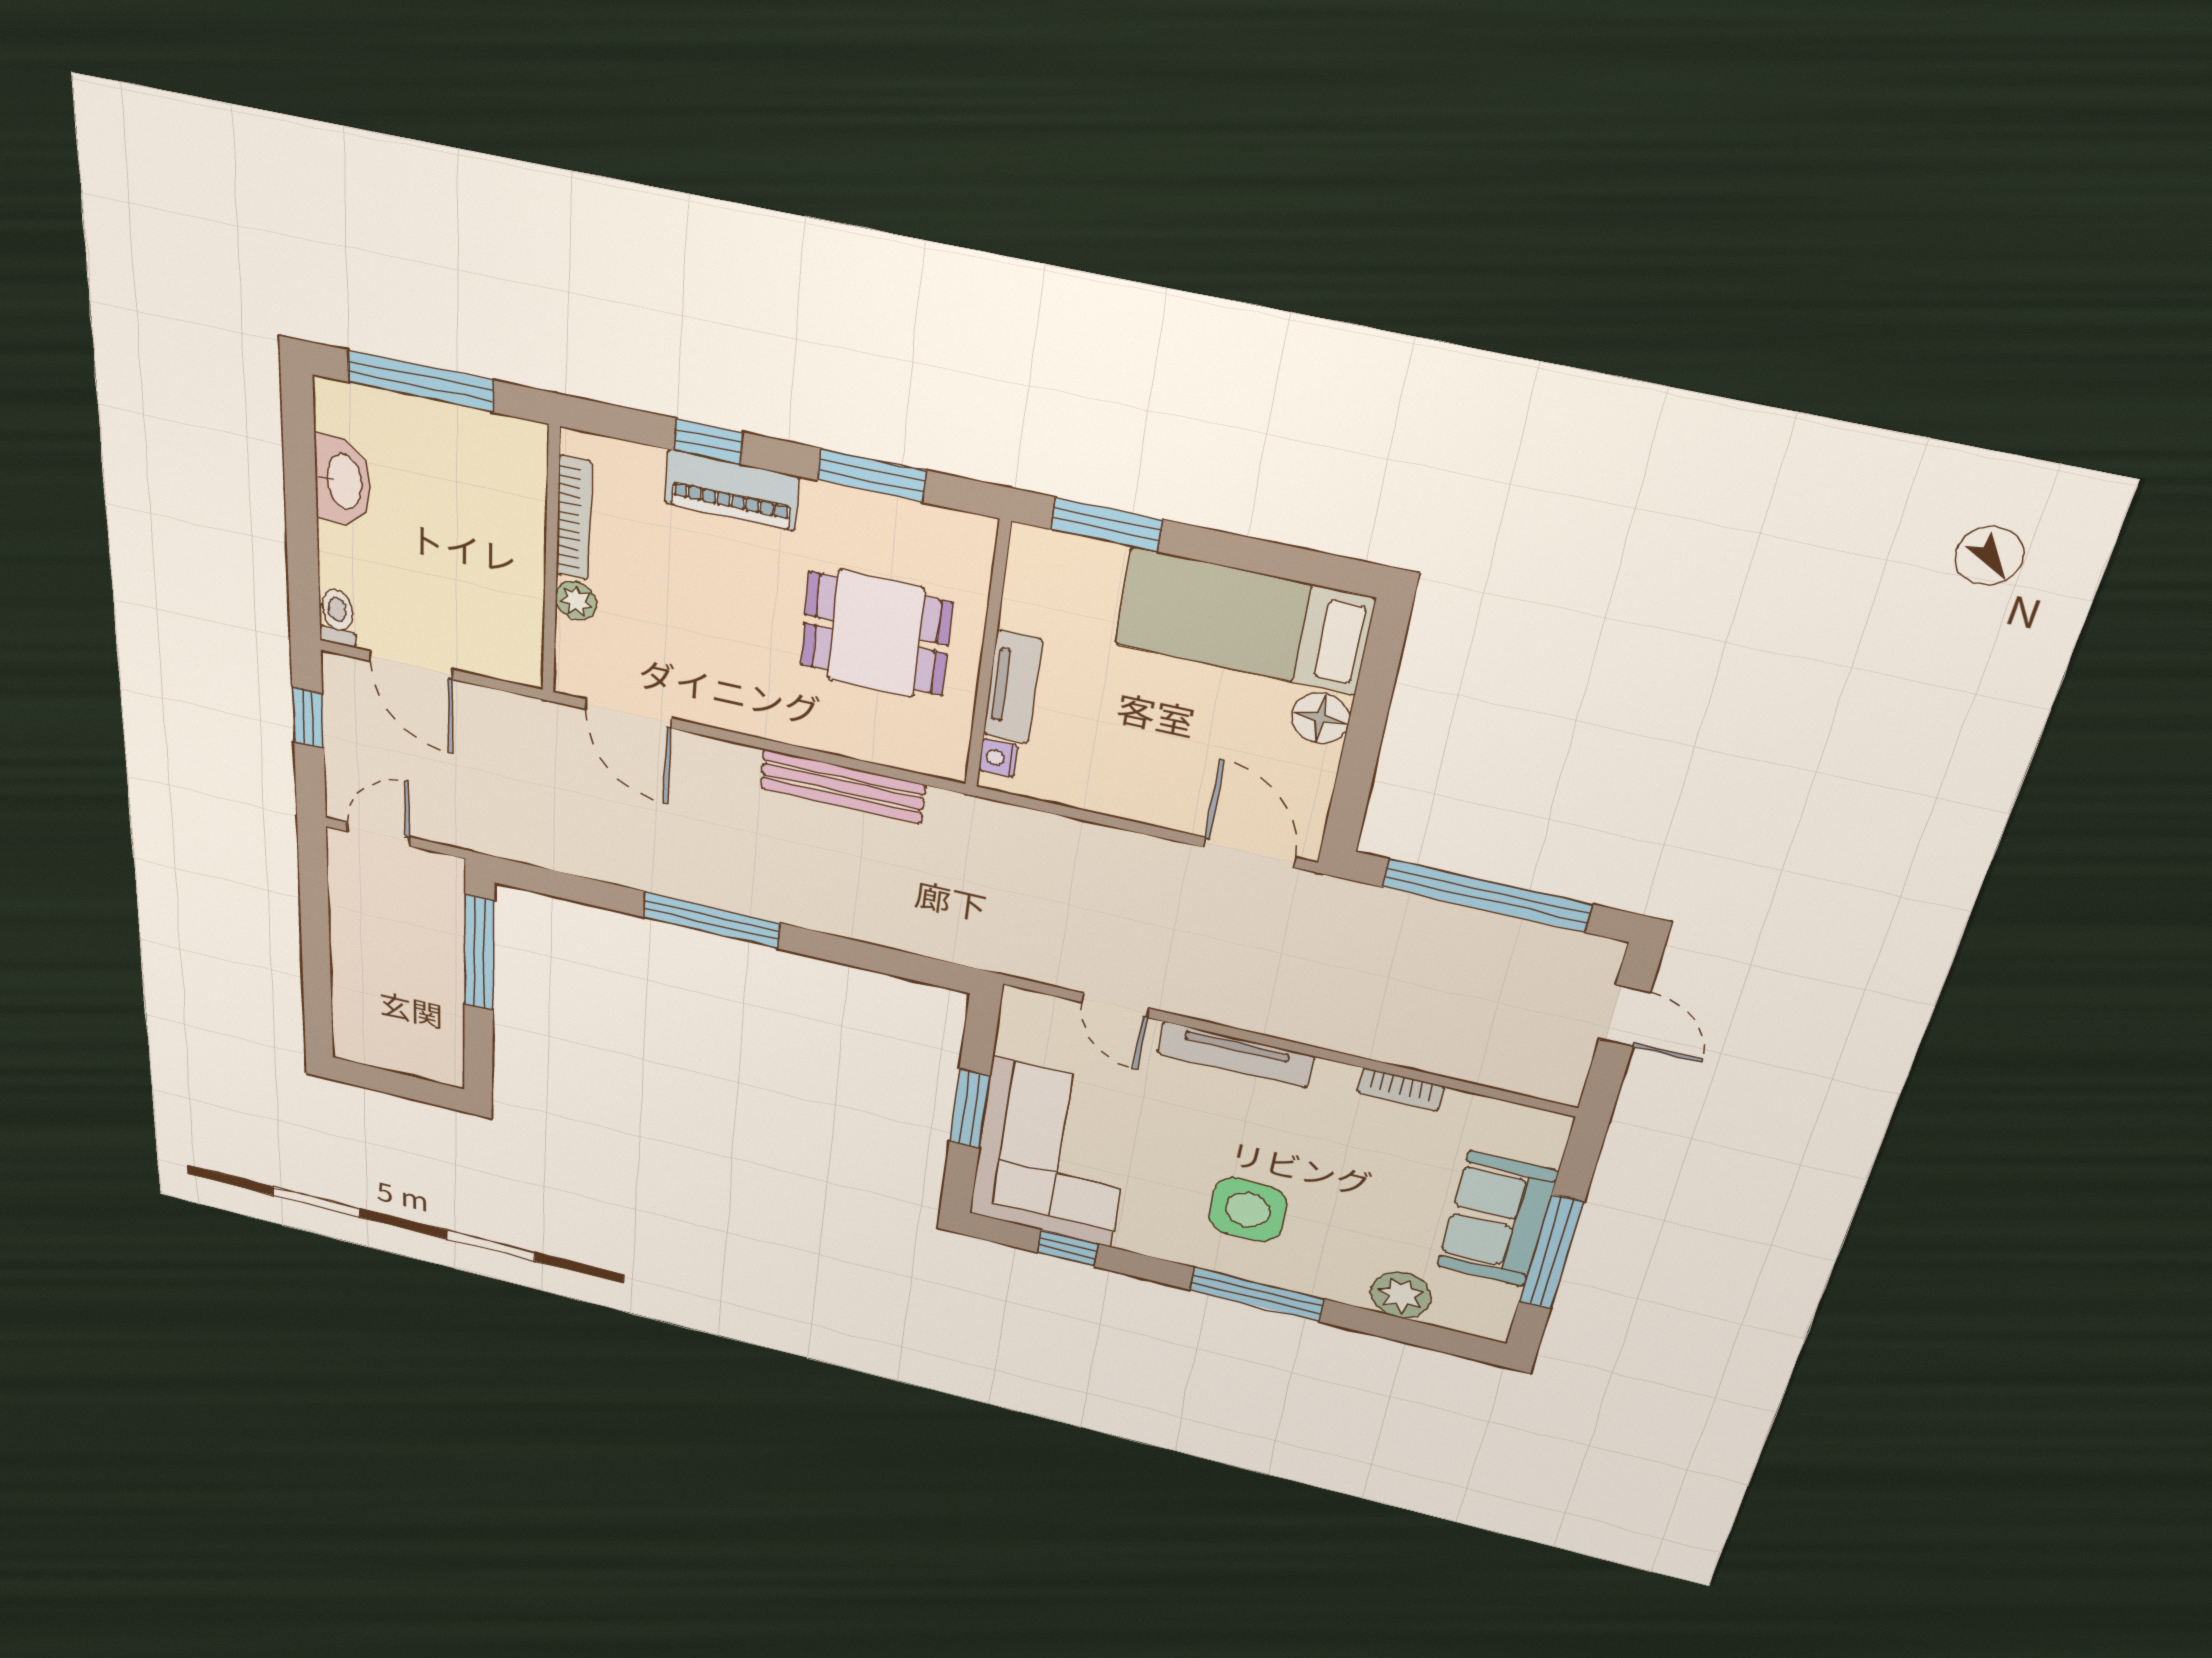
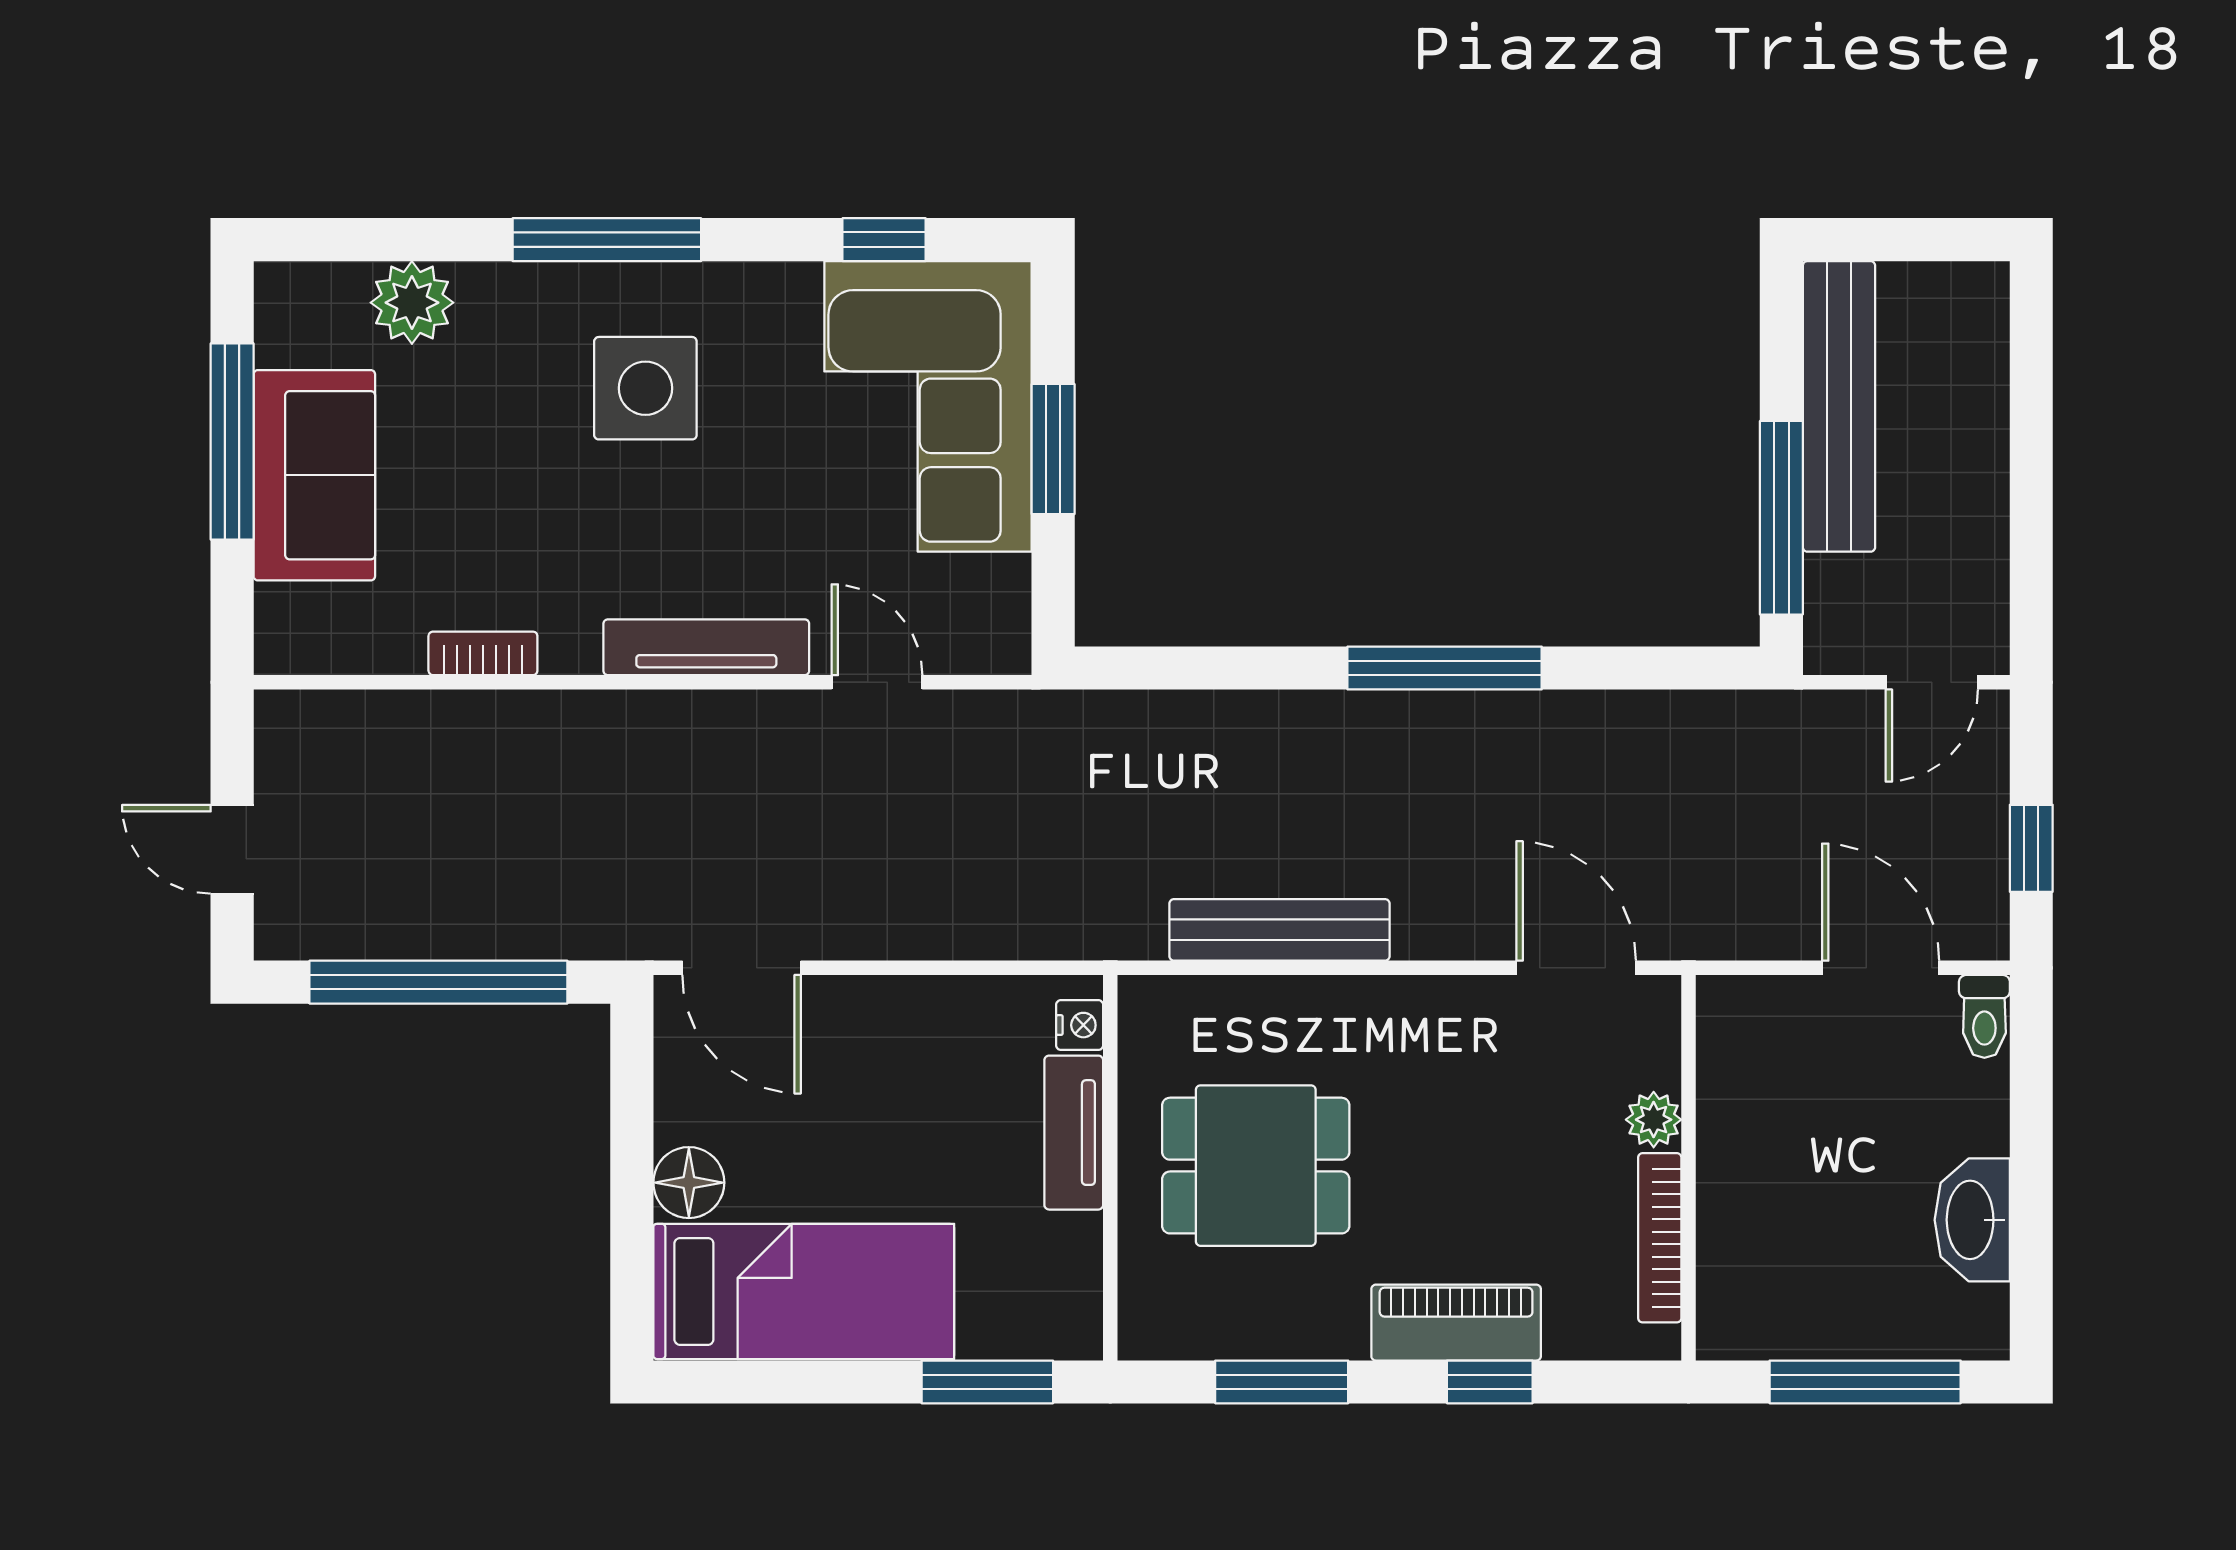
bench: (441, 1006) -> (1839, 406), added

